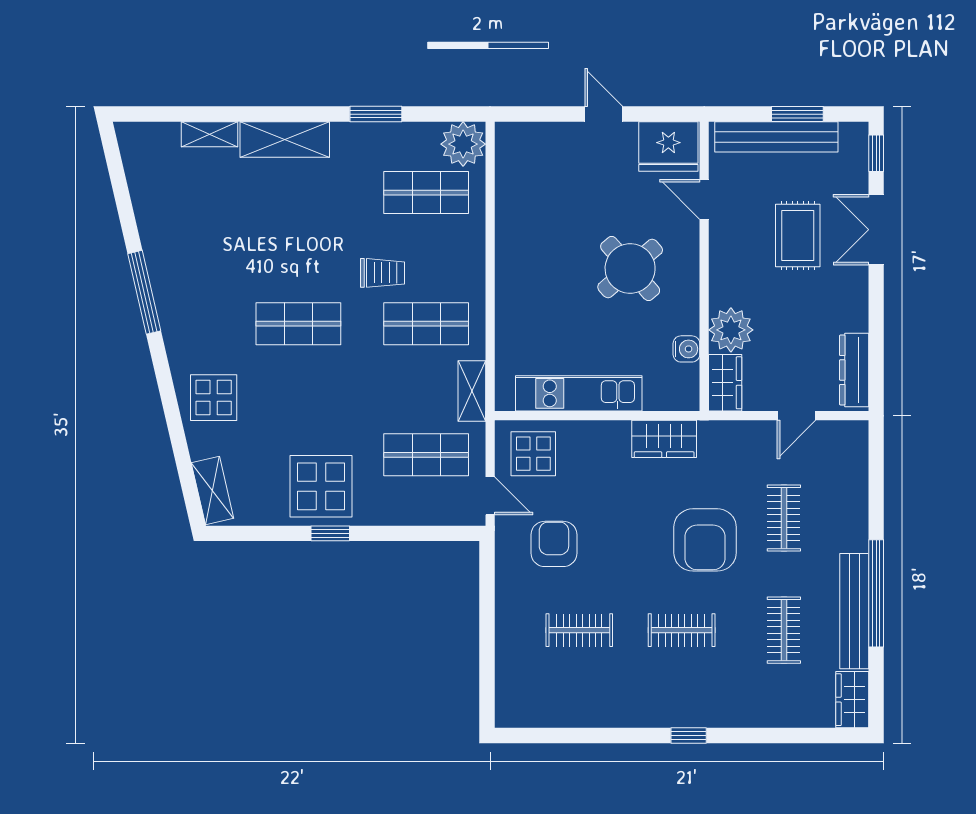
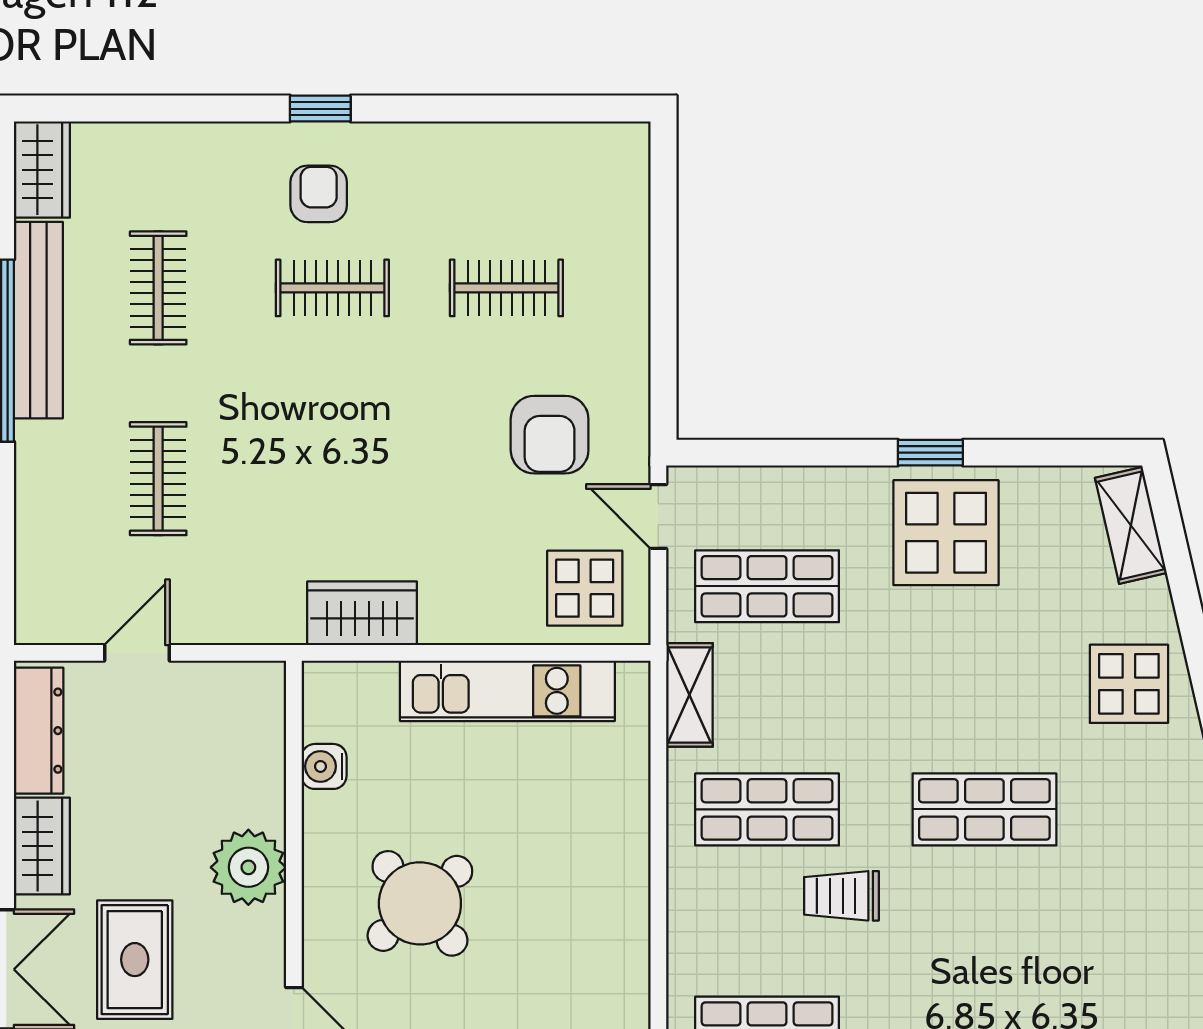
plant: (731, 330) -> (248, 867), moved
wardrobe: (725, 383) -> (42, 846), moved, turned 180
armchair: (705, 540) -> (319, 194), moved, width x0.53, depth x0.53

